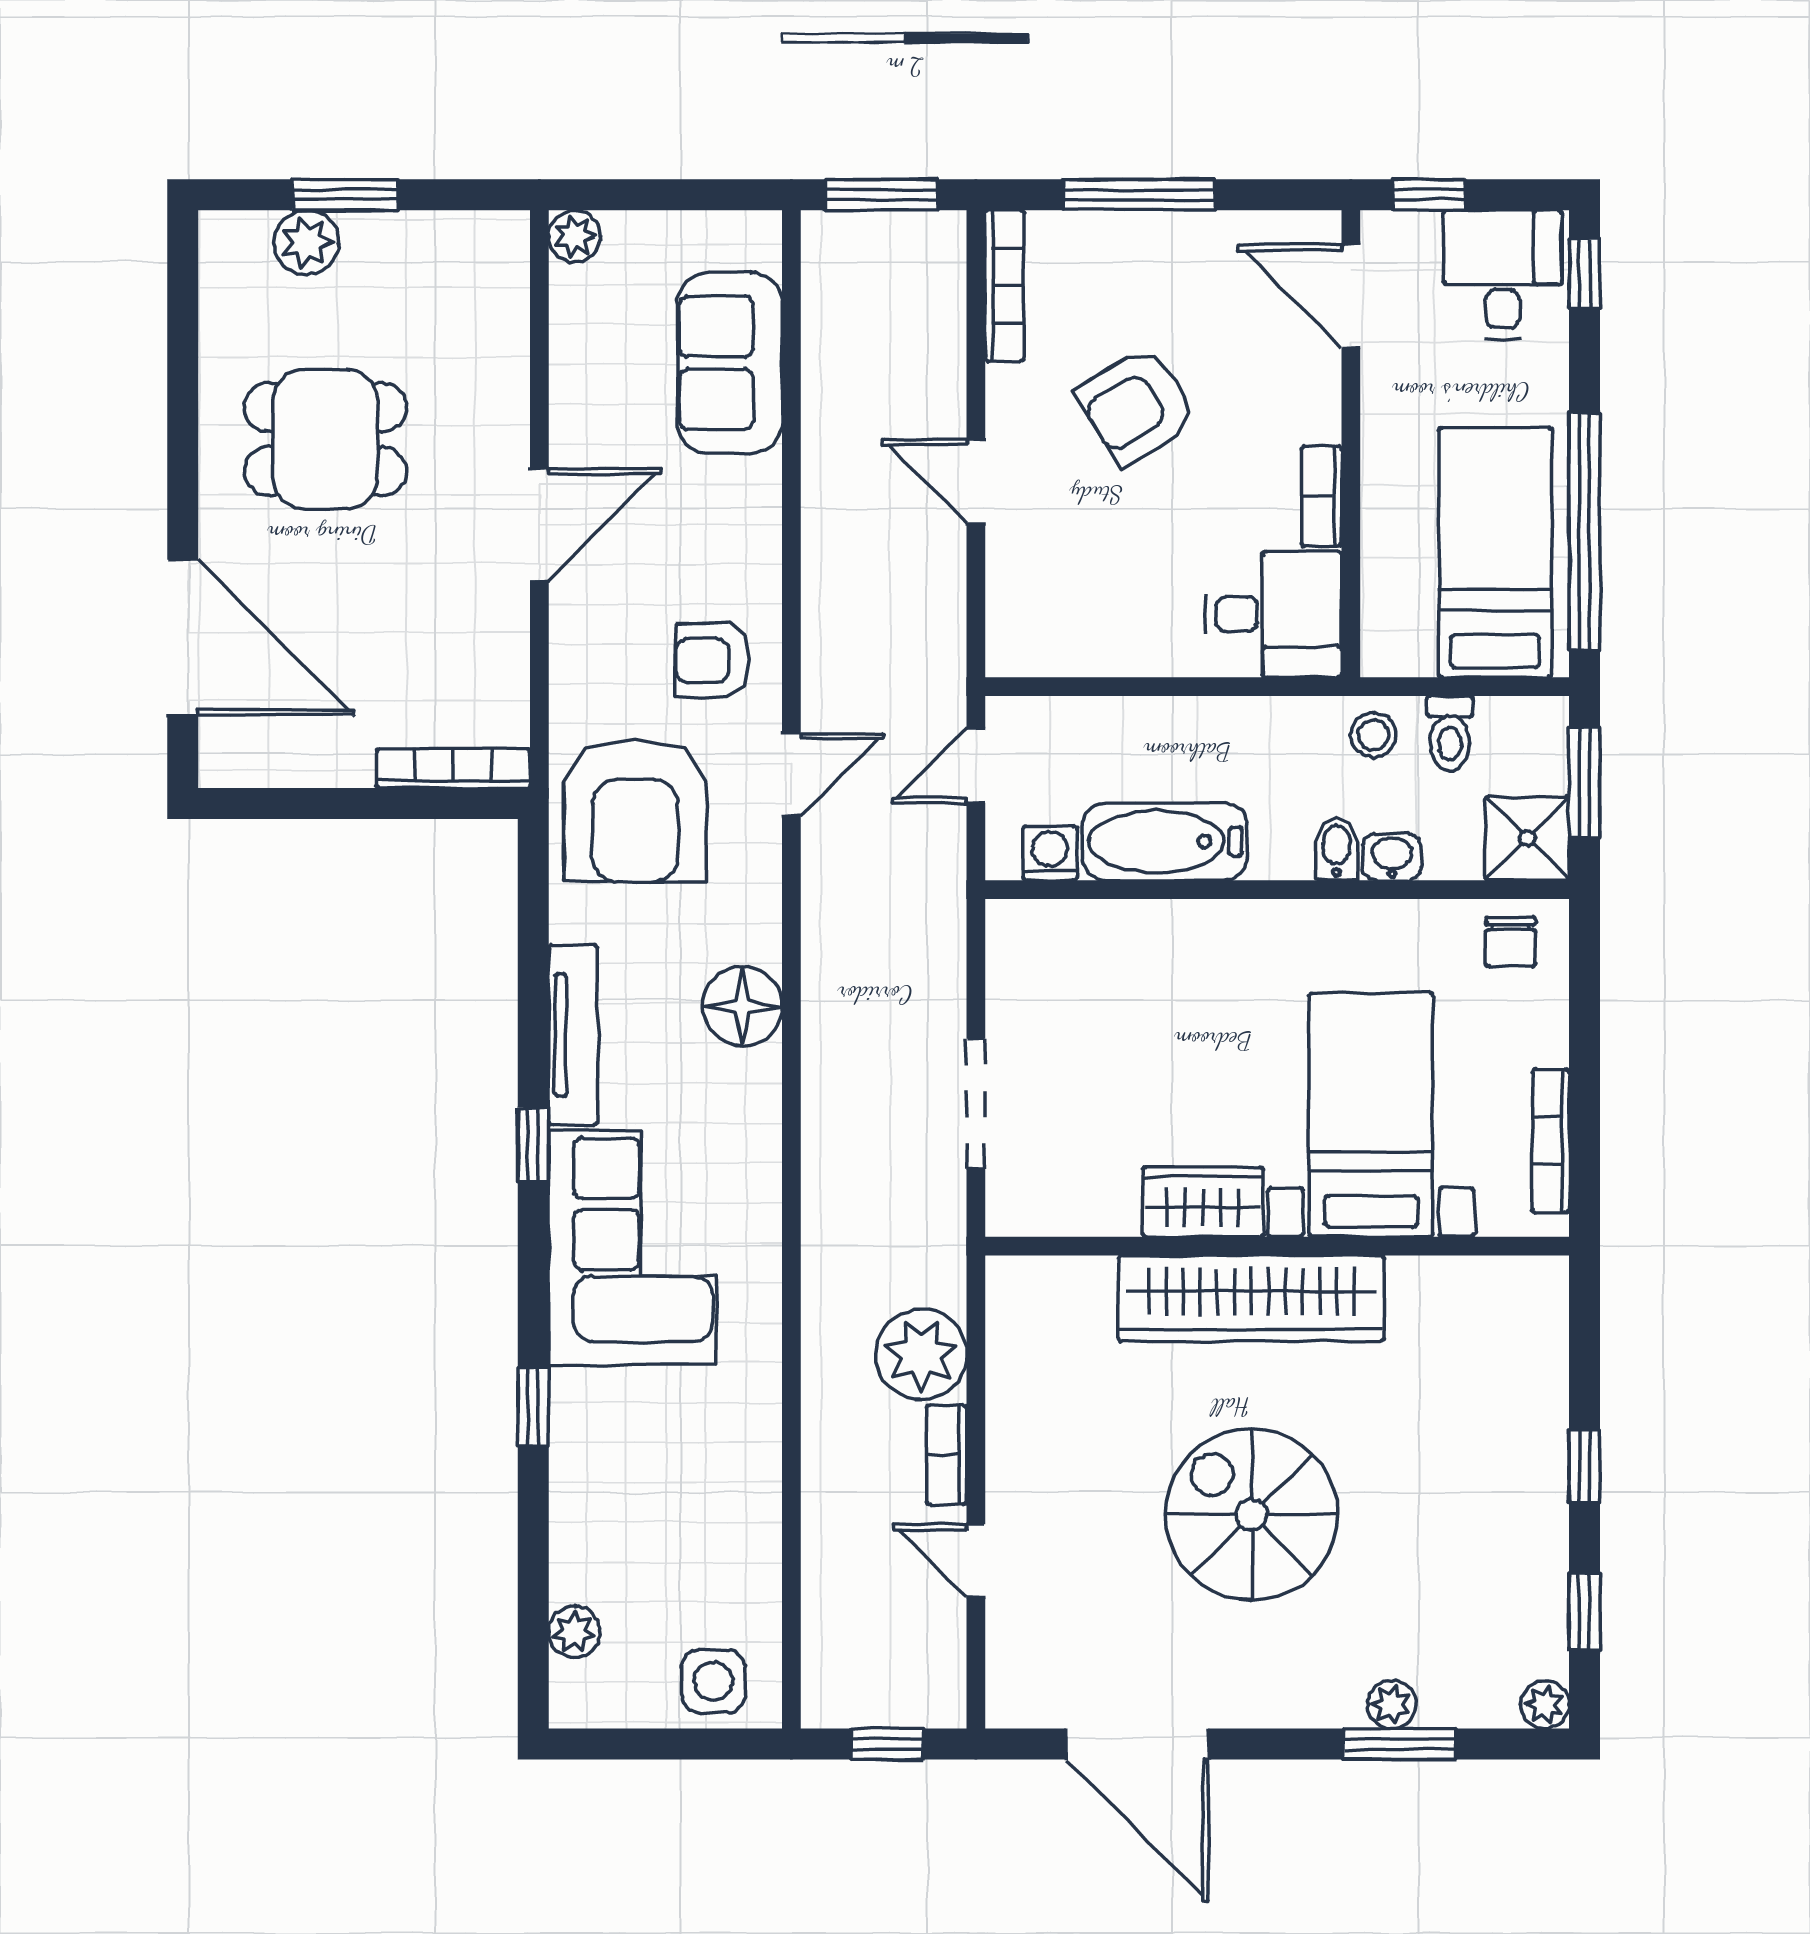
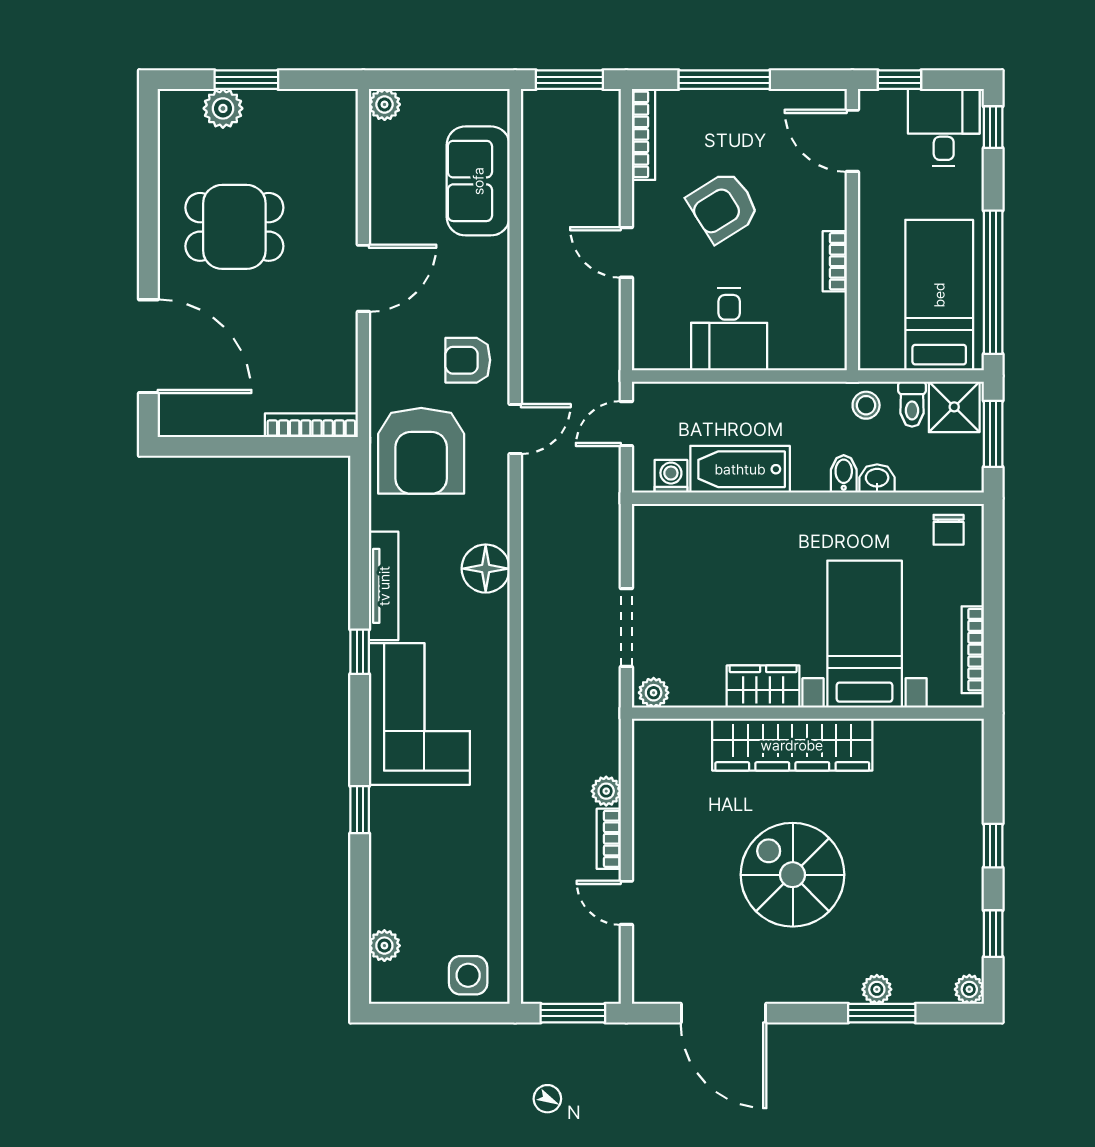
desk: (1274, 614) -> (729, 329), moved, turned 90
shower: (1527, 838) -> (954, 407), moved
plant: (1021, 1212) -> (654, 693), added
plant: (921, 1354) -> (606, 791), width x0.53, depth x0.53
window: (887, 1744) -> (573, 1013), width x1.50

